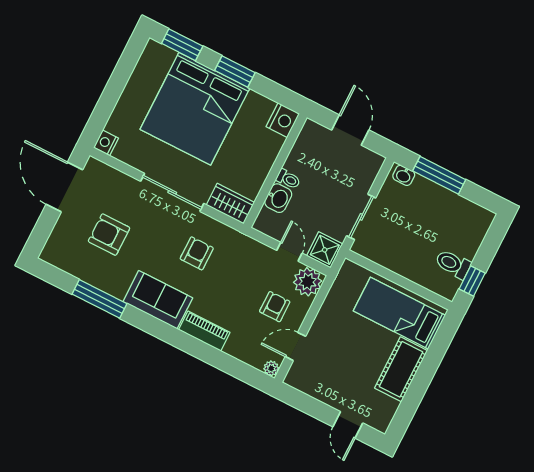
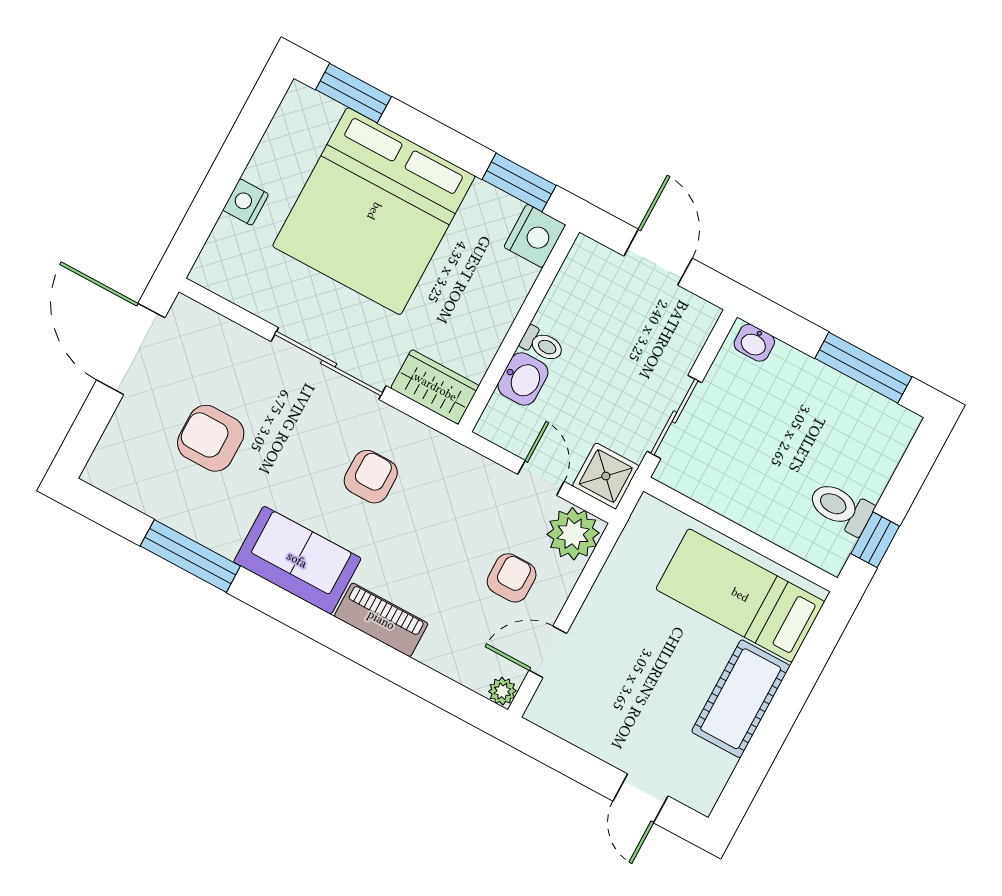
window: (235, 72) -> (519, 182), moved
nightstand: (106, 143) -> (246, 202), moved
window: (439, 175) -> (863, 368), moved

